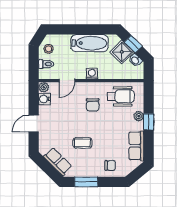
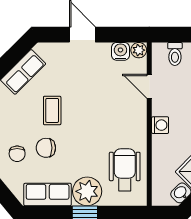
wheelchair: (121, 96) -> (125, 170), turned 180
chair: (93, 105) -> (46, 148), moved
plant: (139, 116) -> (87, 191), width x1.87, depth x1.87

